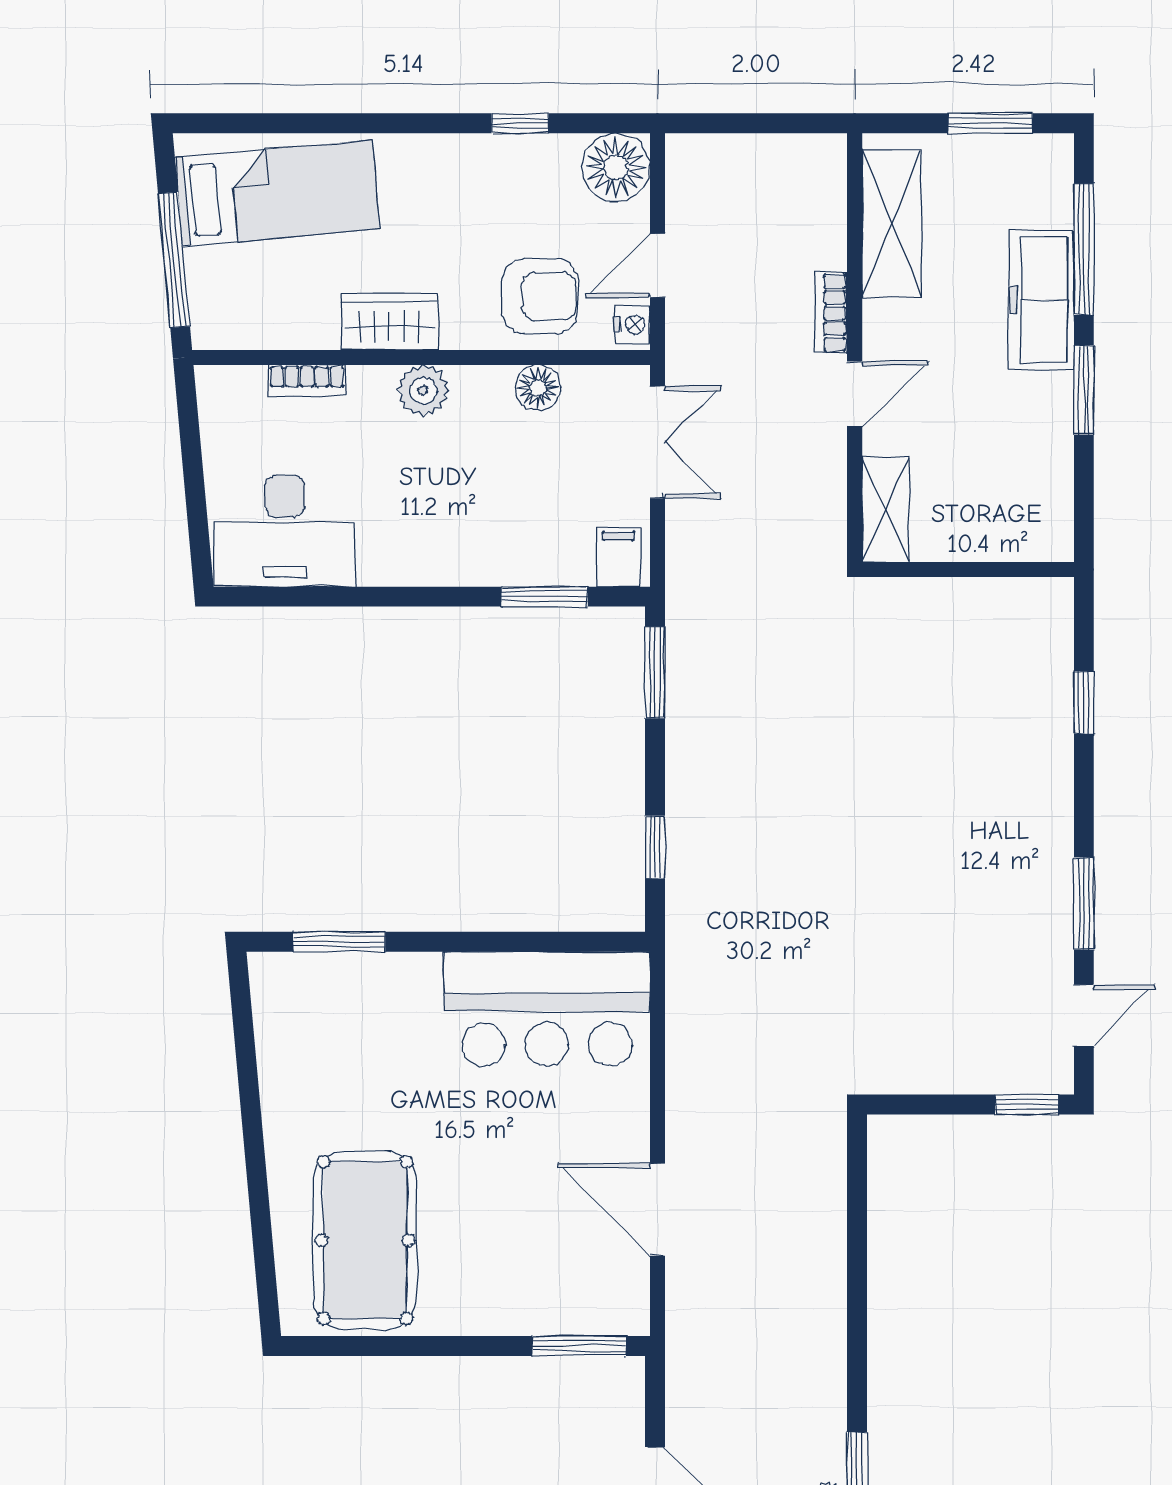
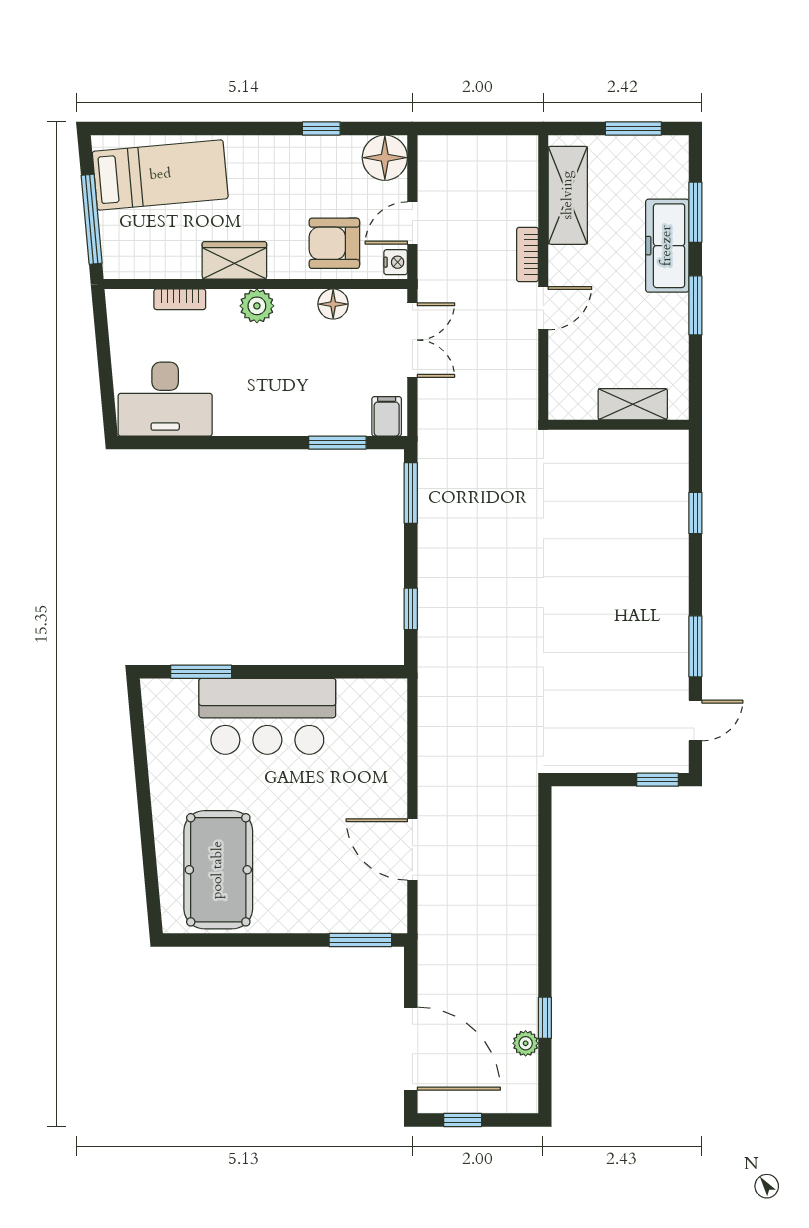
window: (1084, 249) -> (695, 212), width x0.69
armchair: (540, 296) -> (334, 243), turned 180
shelving: (886, 510) -> (633, 404), moved, turned 90
bar counter: (547, 1009) -> (267, 716), moved

